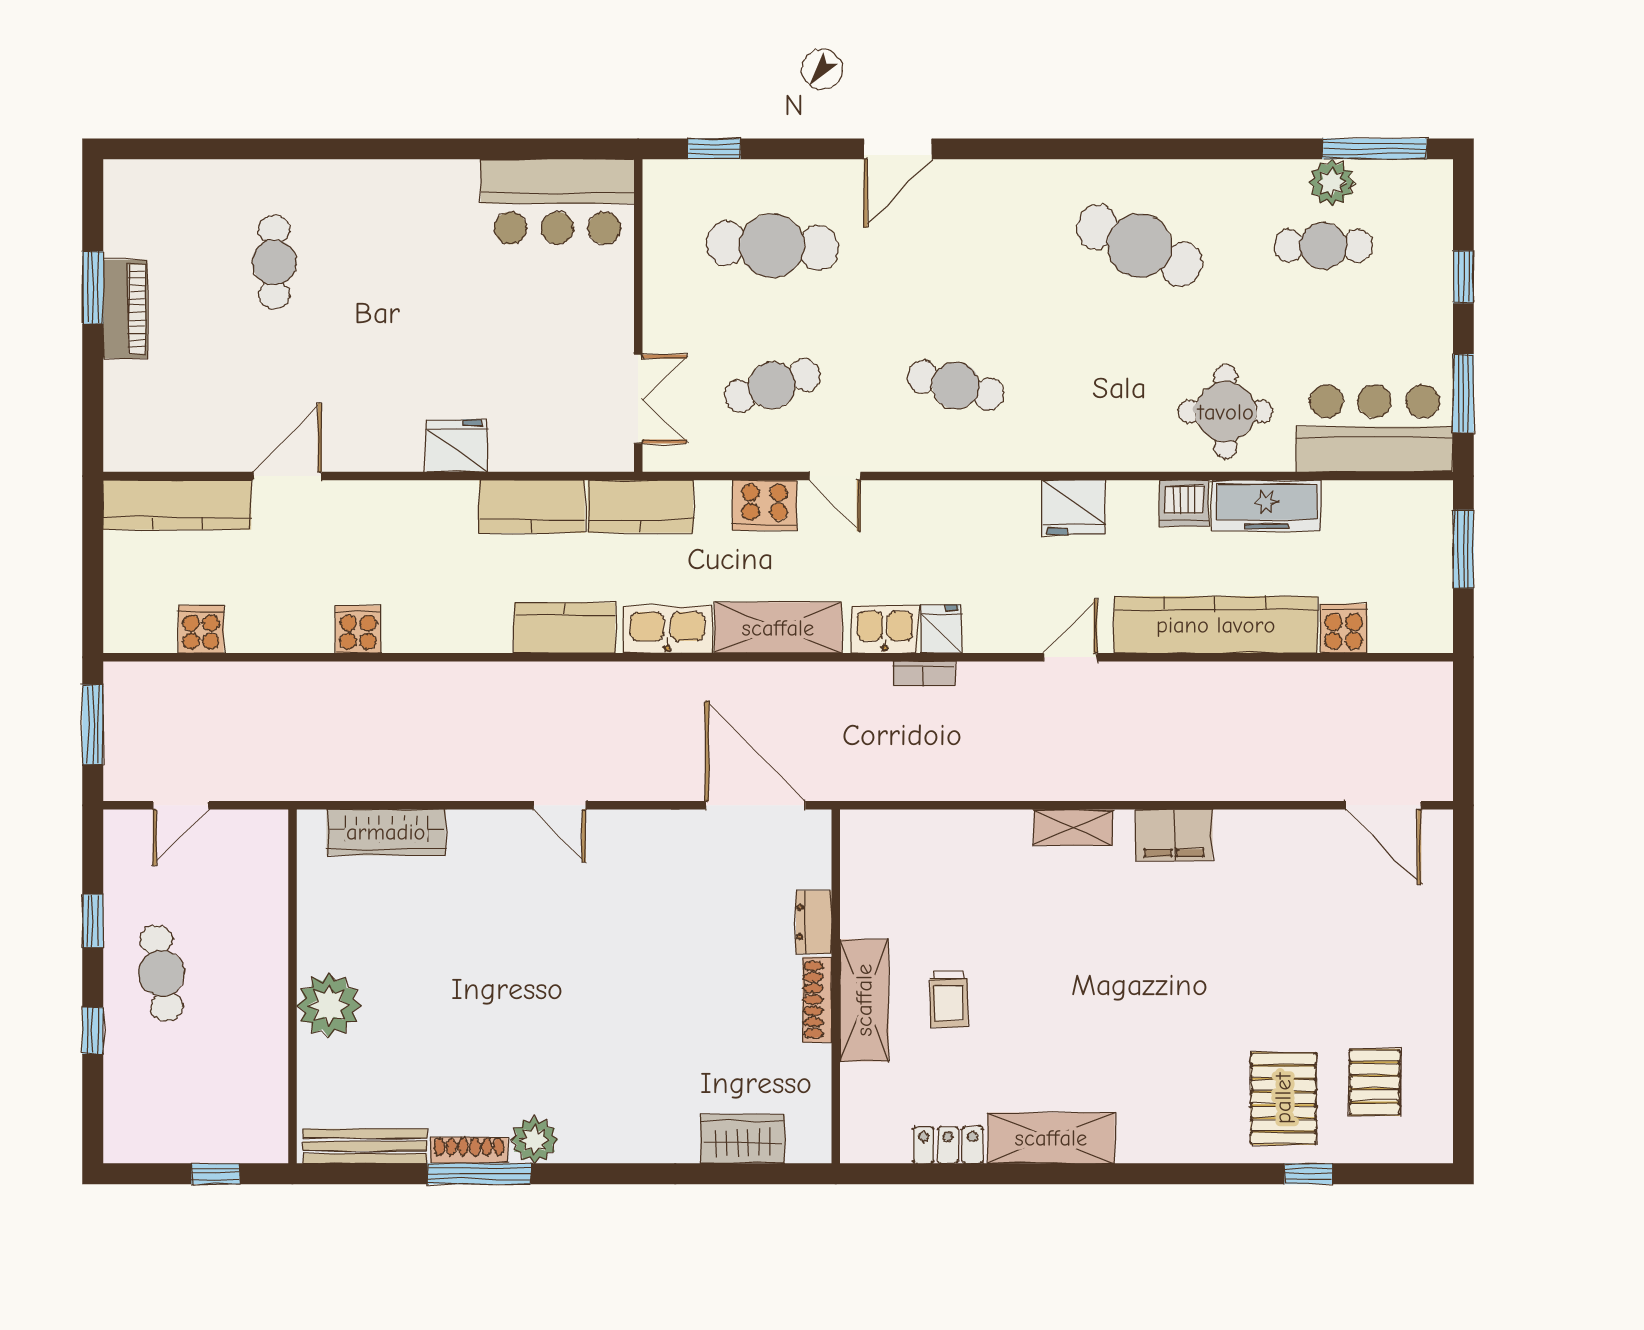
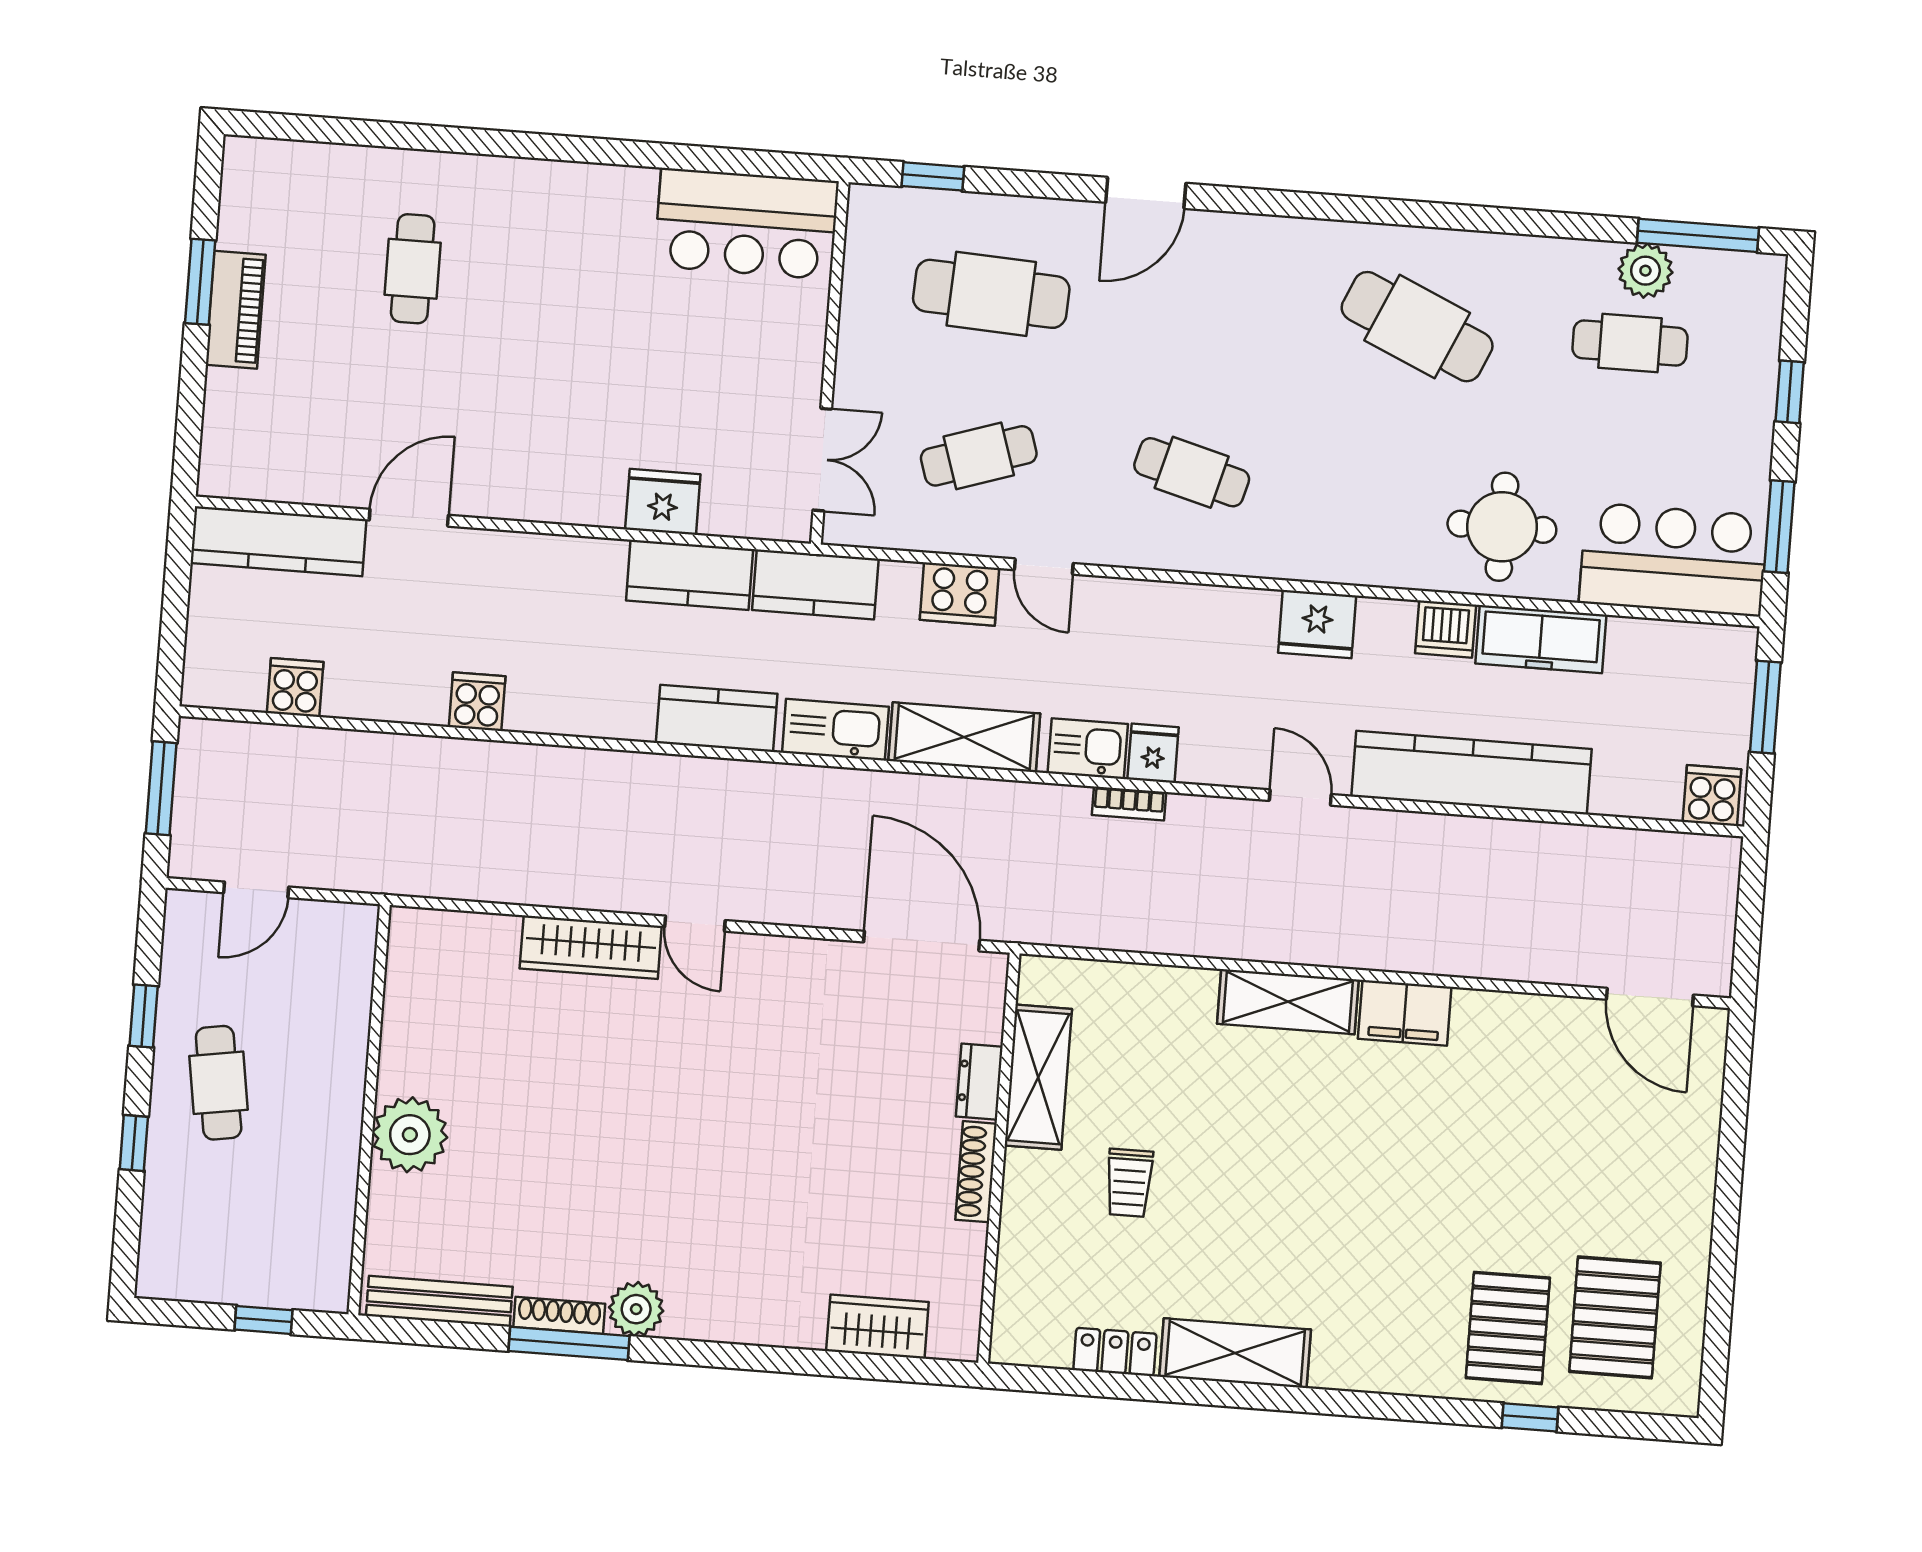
fridge: (457, 446) -> (663, 502), moved
cooker: (1344, 628) -> (1712, 796), moved
door: (1070, 657) -> (1300, 797), hinge flipped
shelving: (1073, 827) -> (1288, 1002), width x1.50, depth x1.33
wardrobe: (386, 832) -> (591, 947), moved
shelving: (864, 1000) -> (1038, 1077), moved
pallet: (1375, 1082) -> (1615, 1317), width x1.50, depth x1.42

